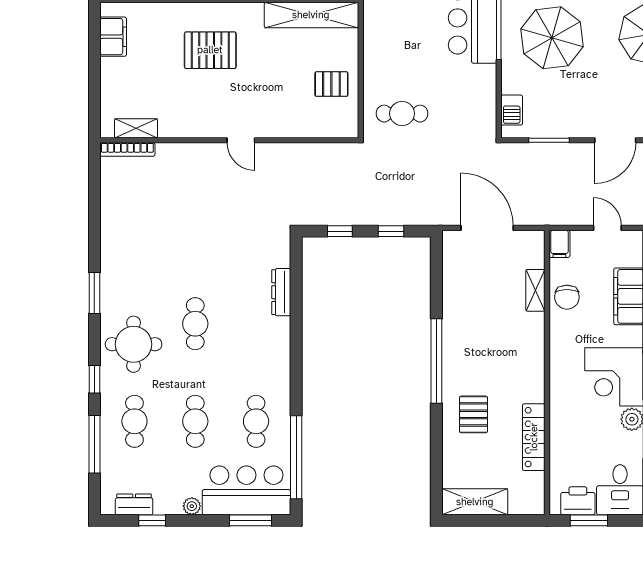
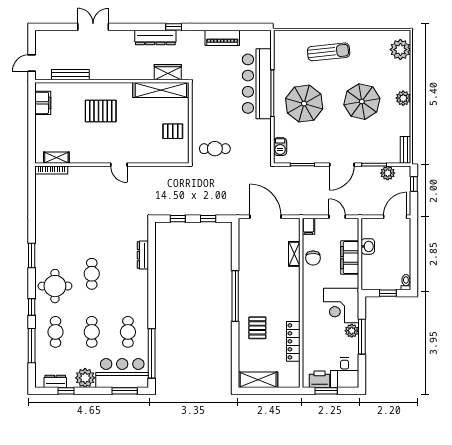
plant: (192, 506) -> (85, 378), width x1.88, depth x1.88

